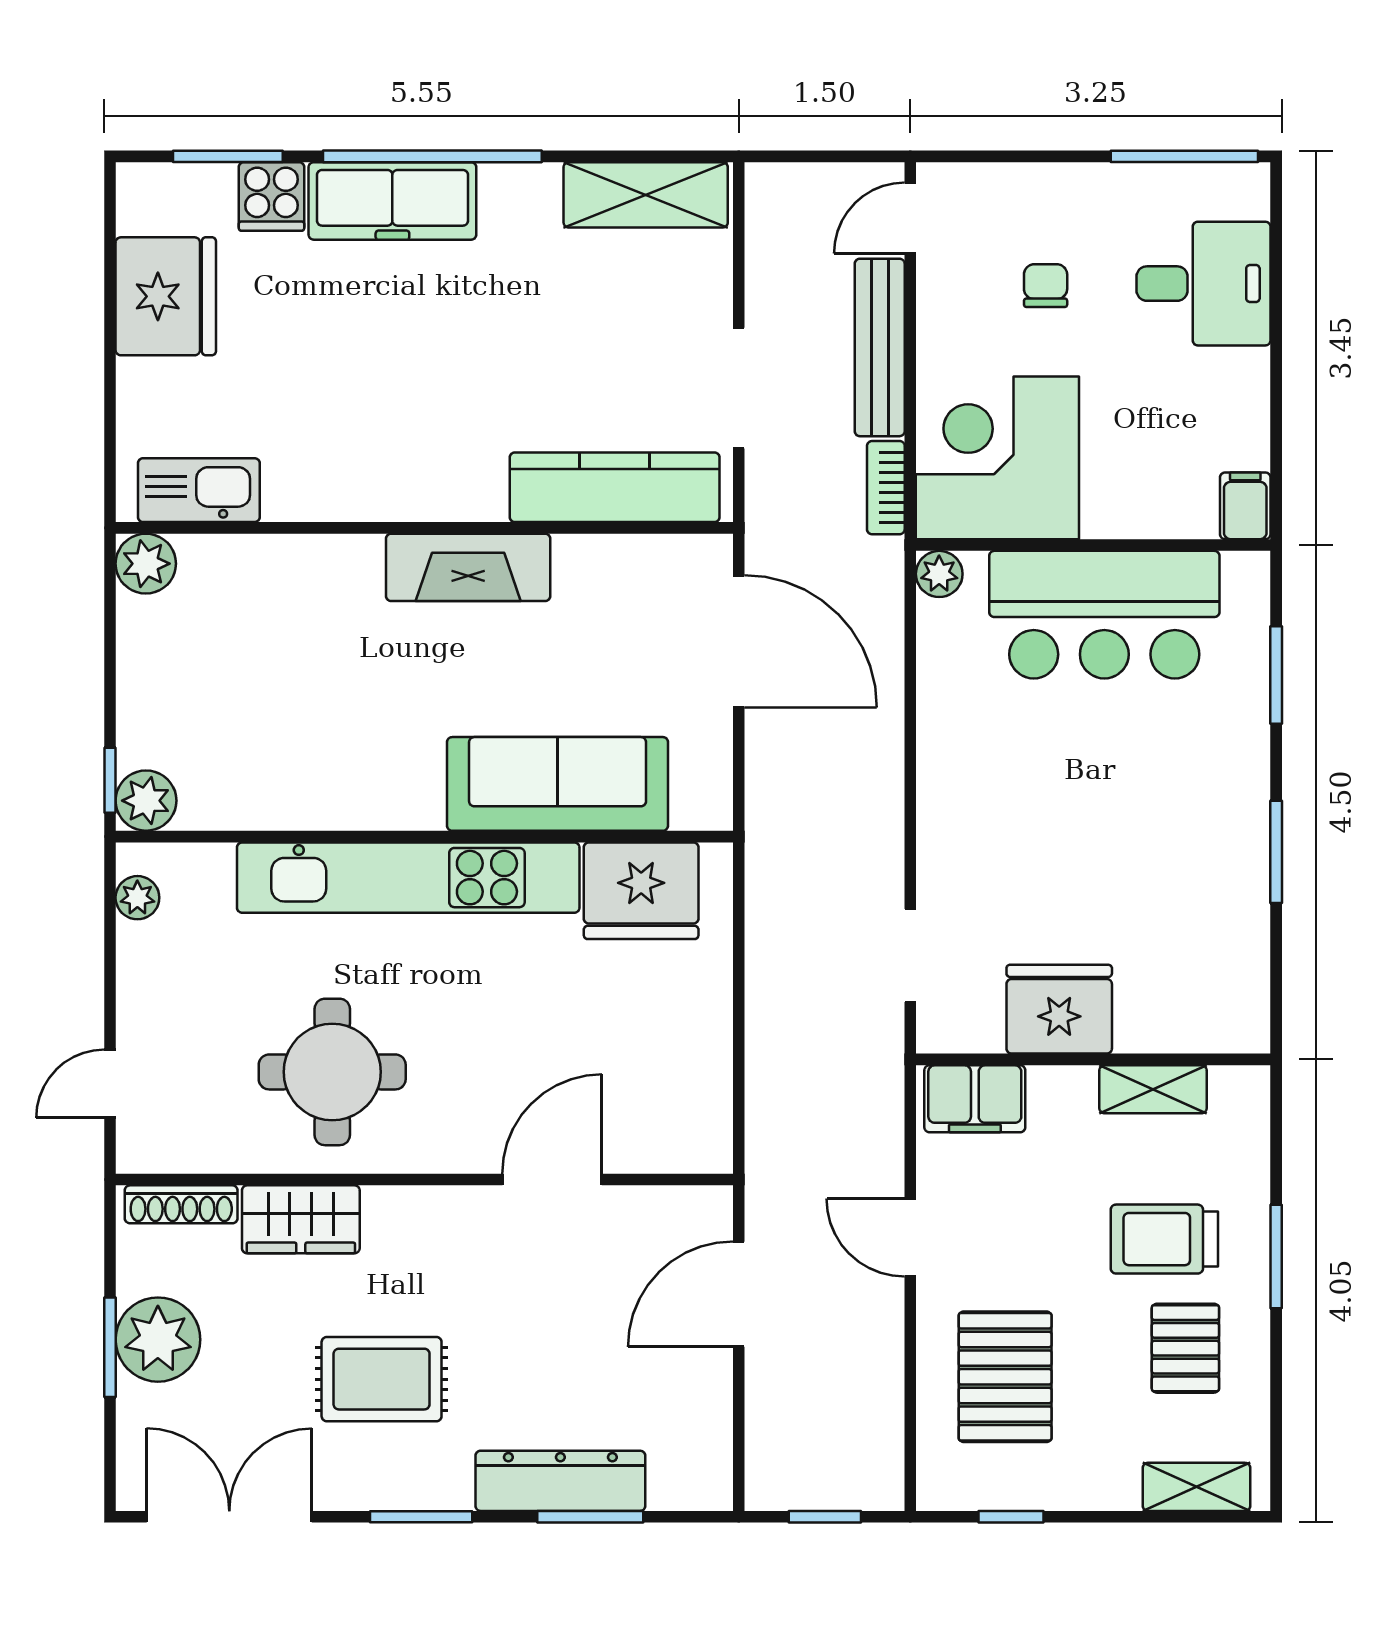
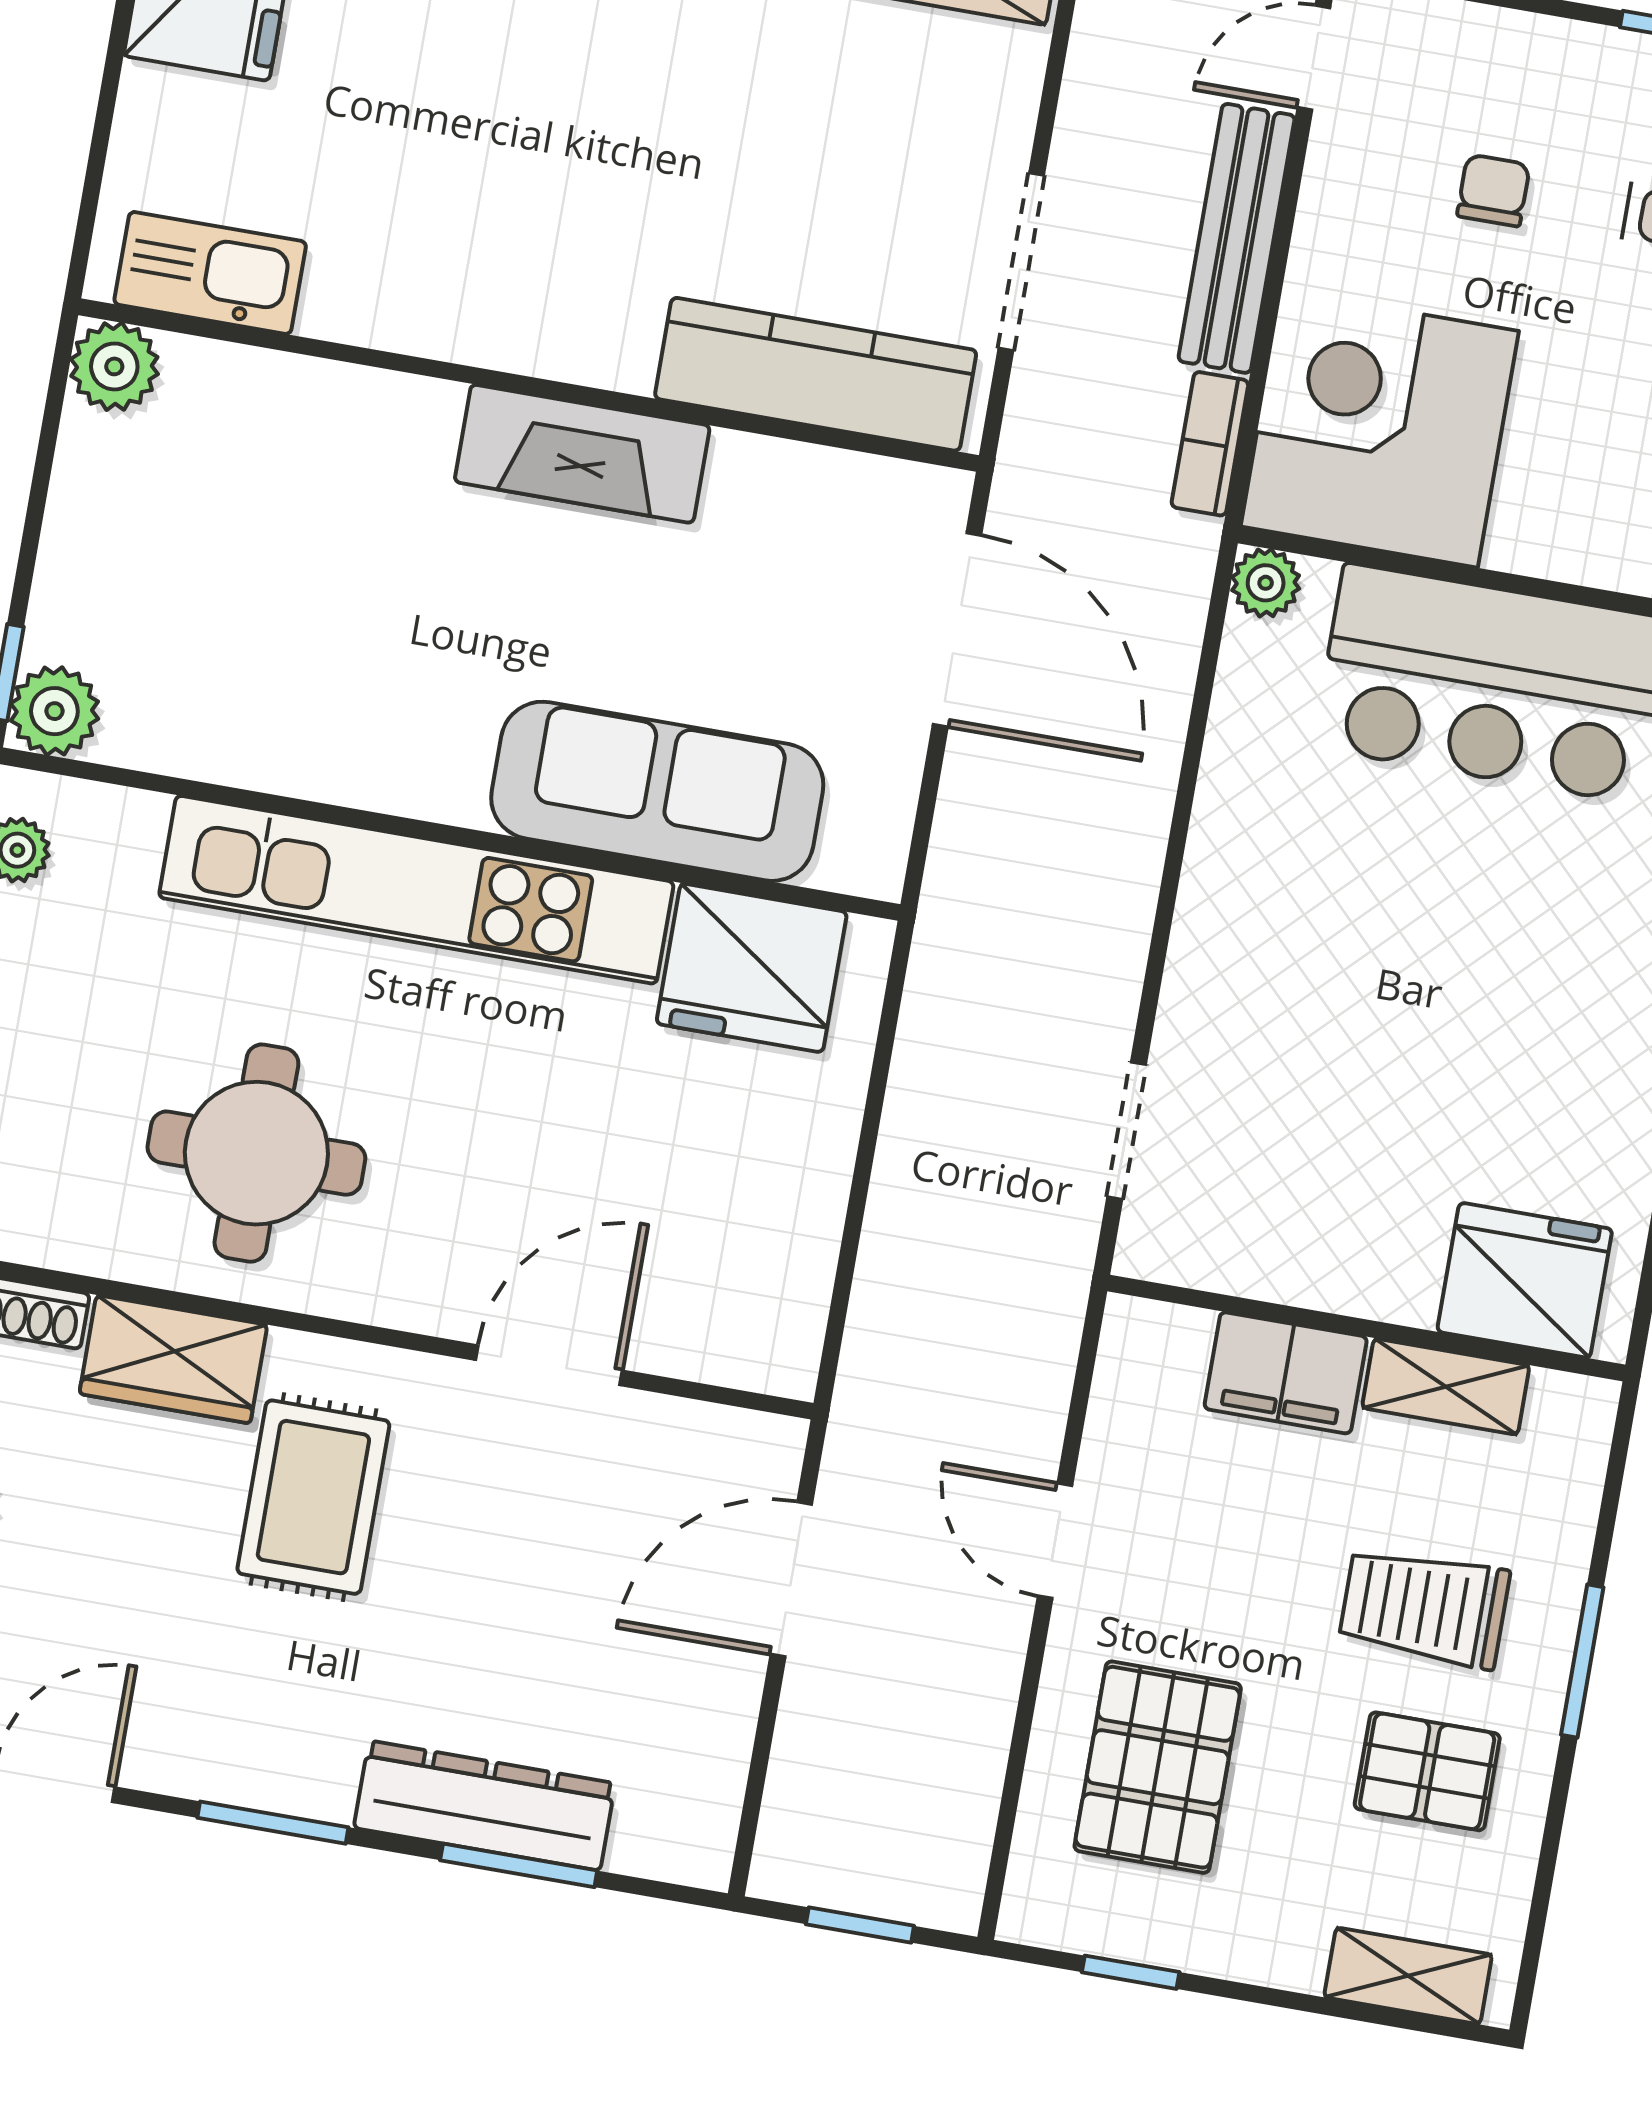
fridge: (1059, 1009) -> (1525, 1280), moved
filing cabinet: (975, 1099) -> (1286, 1373), moved
pallet: (1185, 1348) -> (1427, 1771), turned 90
rug: (382, 1379) -> (313, 1497), moved, turned 90

